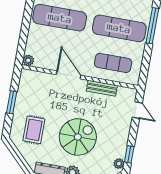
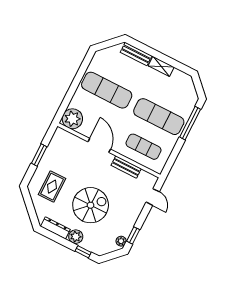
plant: (28, 60) -> (72, 119), width x1.88, depth x1.88

